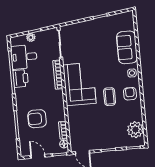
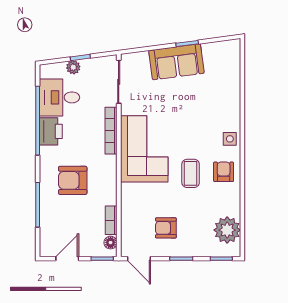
sofa: (127, 47) -> (176, 62), moved, turned -97
armchair: (37, 119) -> (73, 180), moved
armchair: (97, 132) -> (166, 228), added
door: (38, 156) -> (67, 259), hinge flipped

